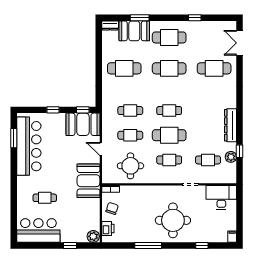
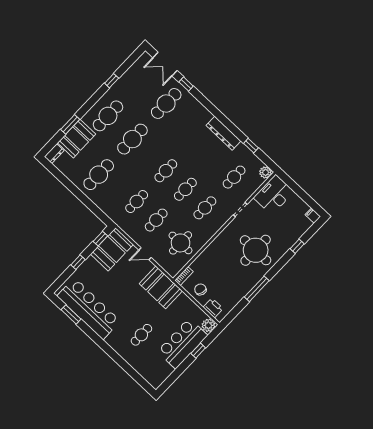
window: (240, 69) -> (186, 84), added
cafe table: (169, 135) -> (185, 189), width x0.73, depth x0.74
plant: (231, 157) -> (265, 172), moved
bar counter: (38, 230) -> (182, 343), moved

